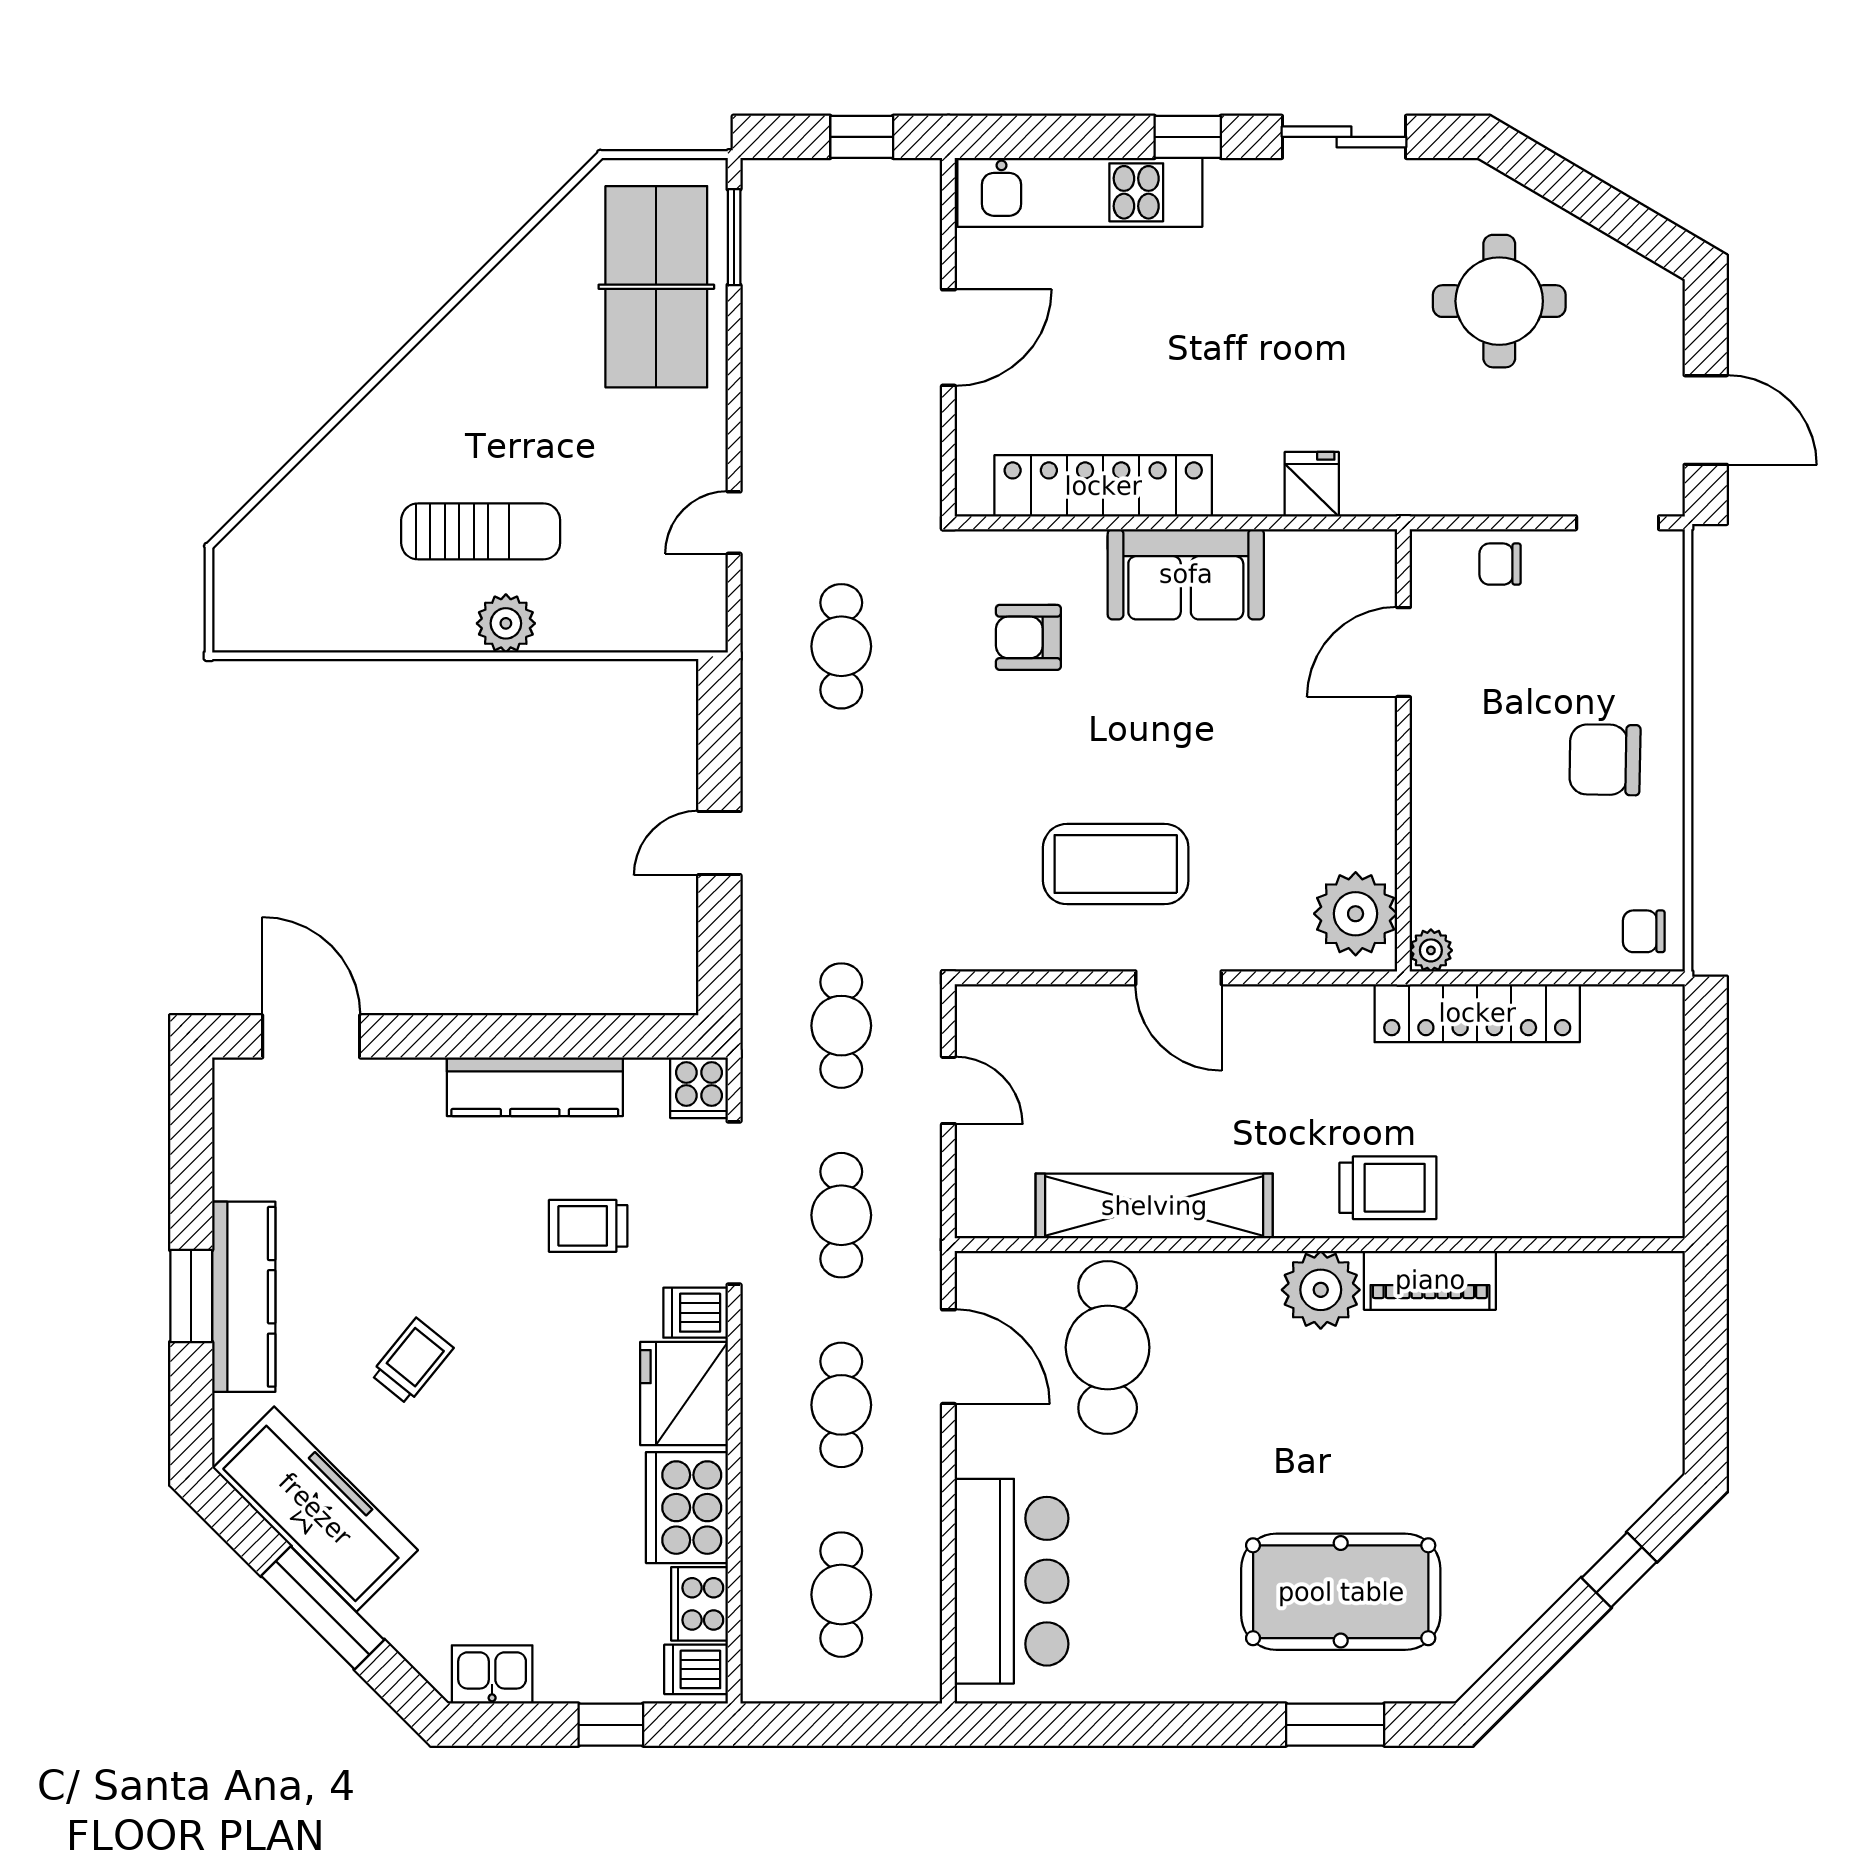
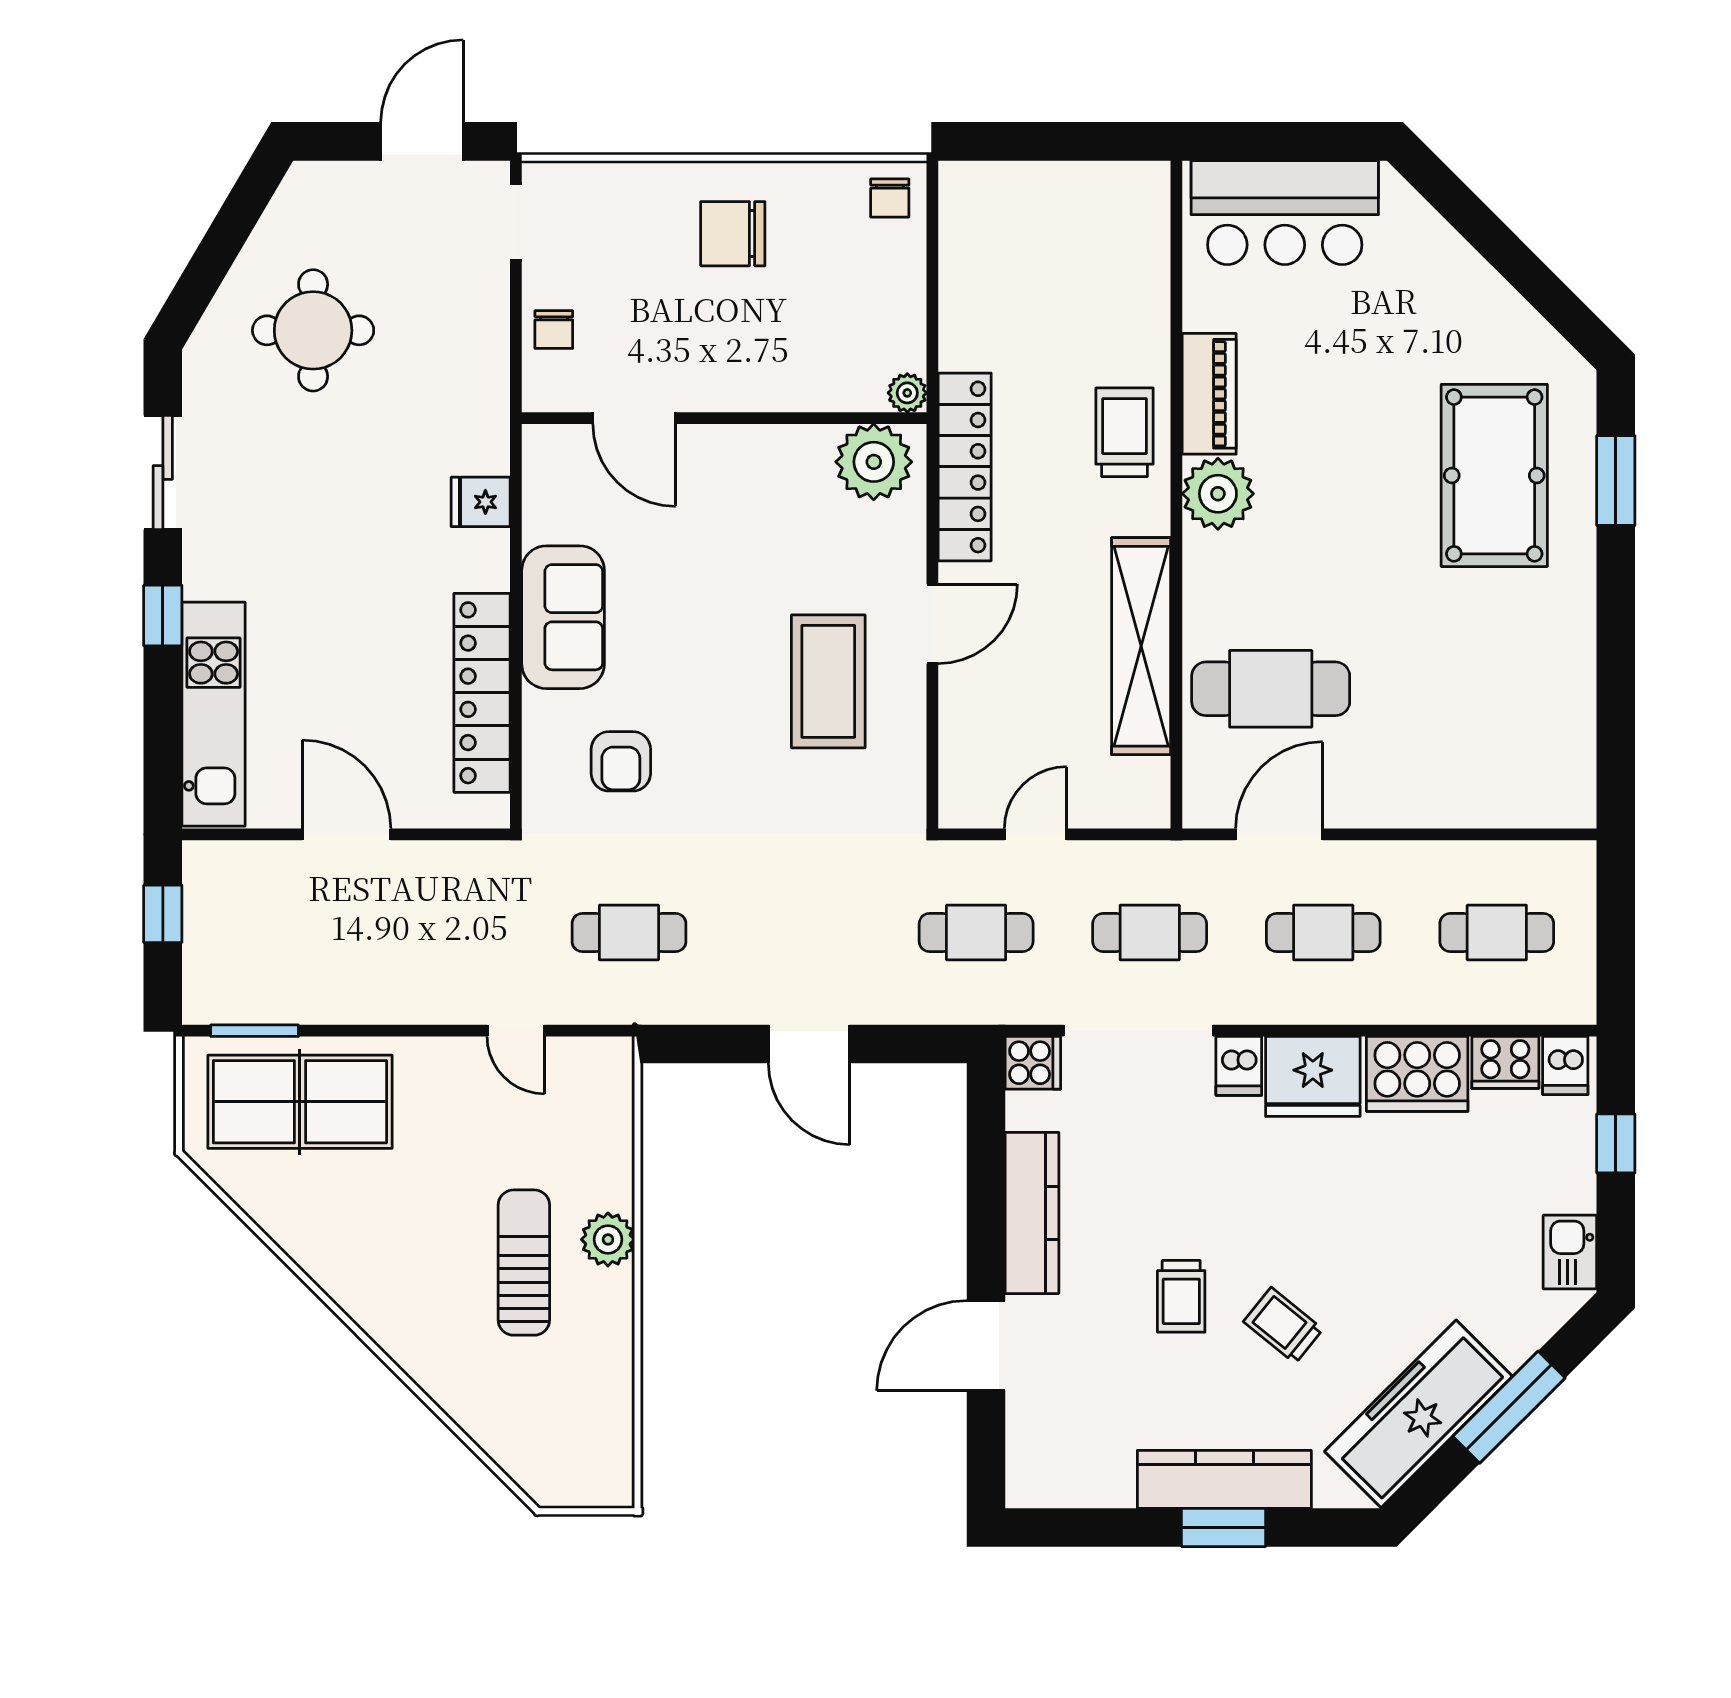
chair: (1605, 760) -> (733, 234), turned 89
door: (719, 843) -> (809, 1044), width x1.38
locker: (1477, 1013) -> (965, 467), moved
door: (311, 1036) -> (986, 1346), moved
trolley: (588, 1226) -> (1181, 1296), moved
window: (1619, 1570) -> (1474, 221), removed
bar counter: (1012, 1581) -> (1285, 213), moved, turned 180

